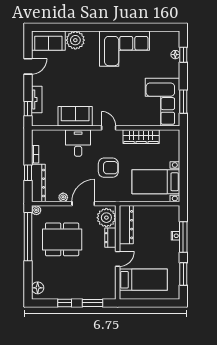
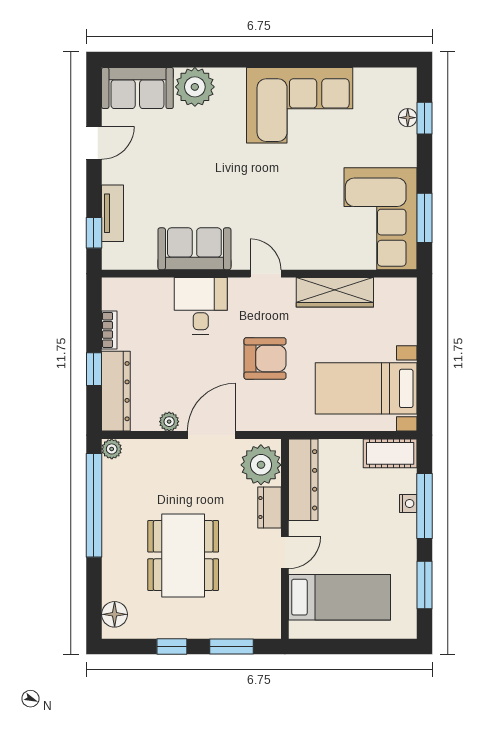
cot: (167, 212) -> (390, 453), added
dining table: (62, 239) -> (183, 555), moved, turned 90

